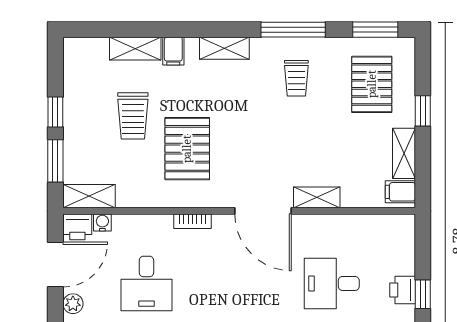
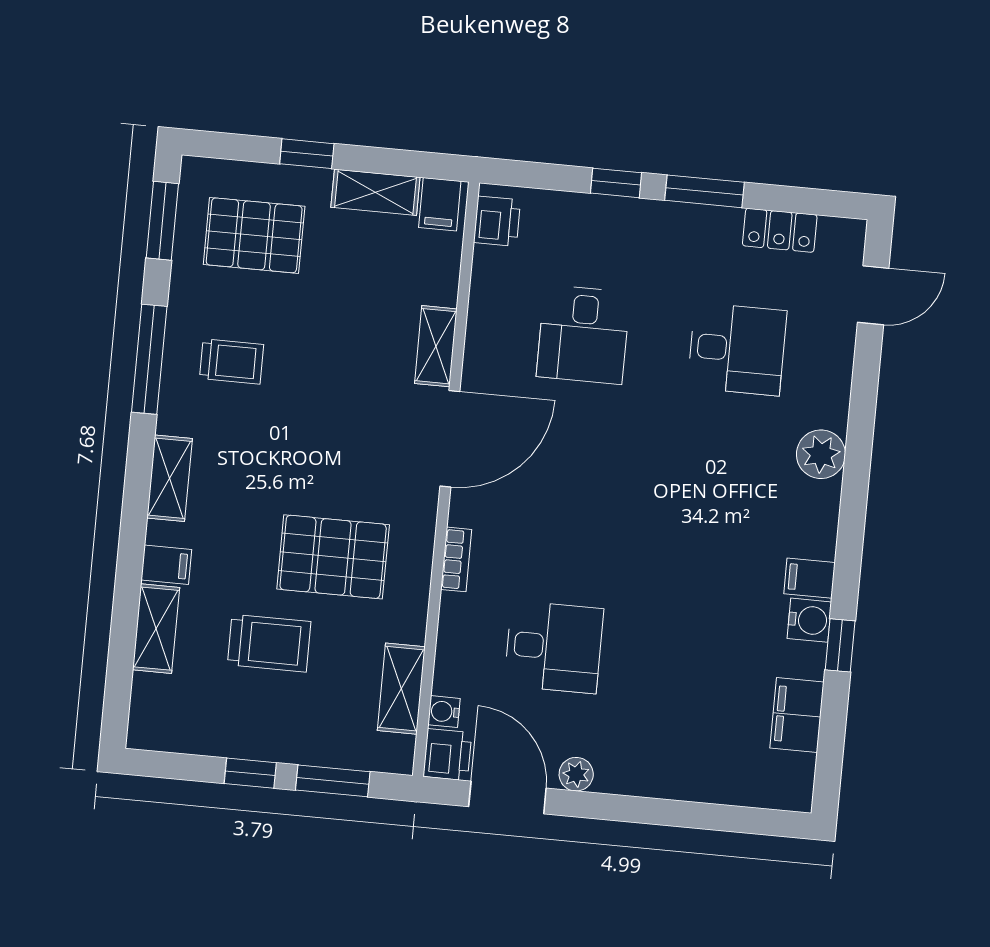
shelving: (89, 196) -> (401, 689), moved
printer: (403, 290) -> (497, 221), moved, turned -90

